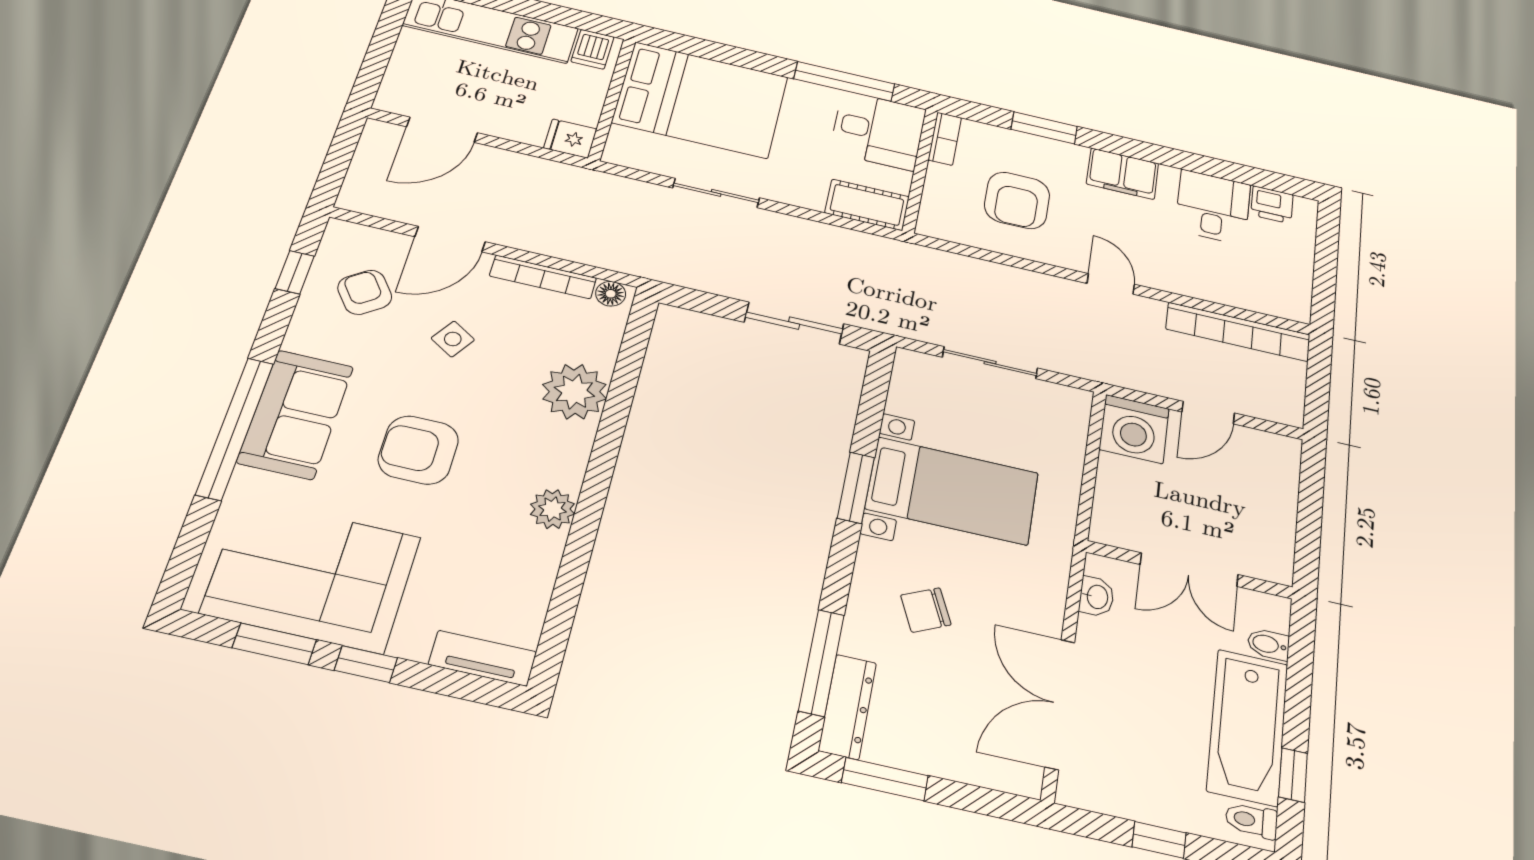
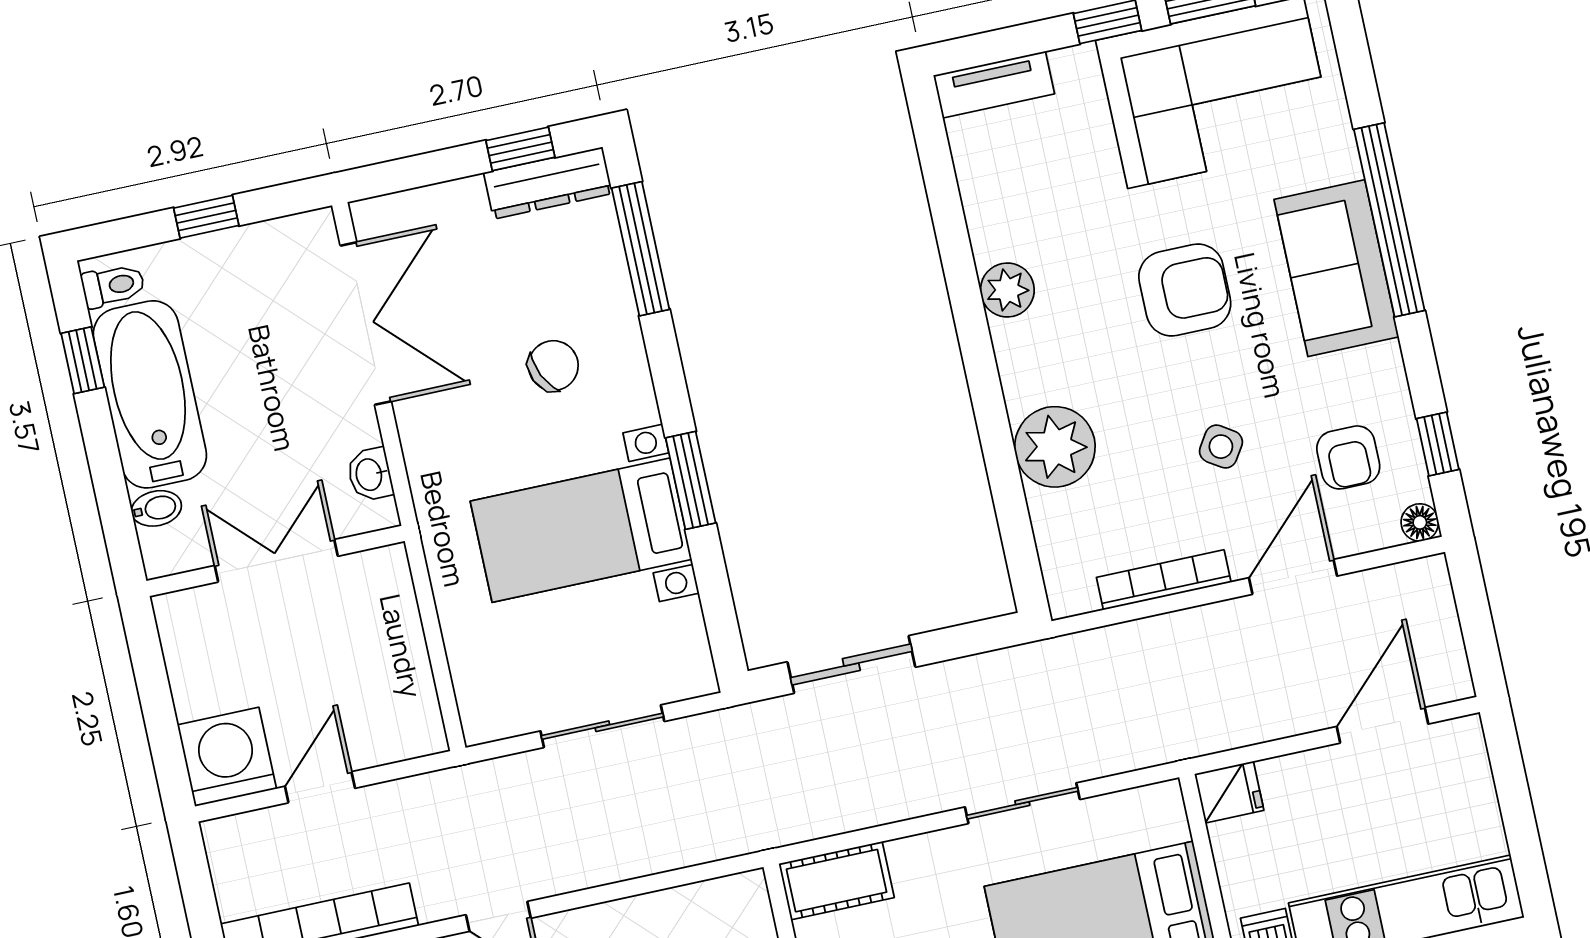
armchair: (365, 292) -> (1348, 457), turned 36
floor lamp: (611, 294) -> (1420, 522), moved
washing machine: (1134, 429) -> (227, 757), moved
dresser: (847, 707) -> (548, 183), moved, turned -90
window: (885, 779) -> (520, 149), width x0.67

